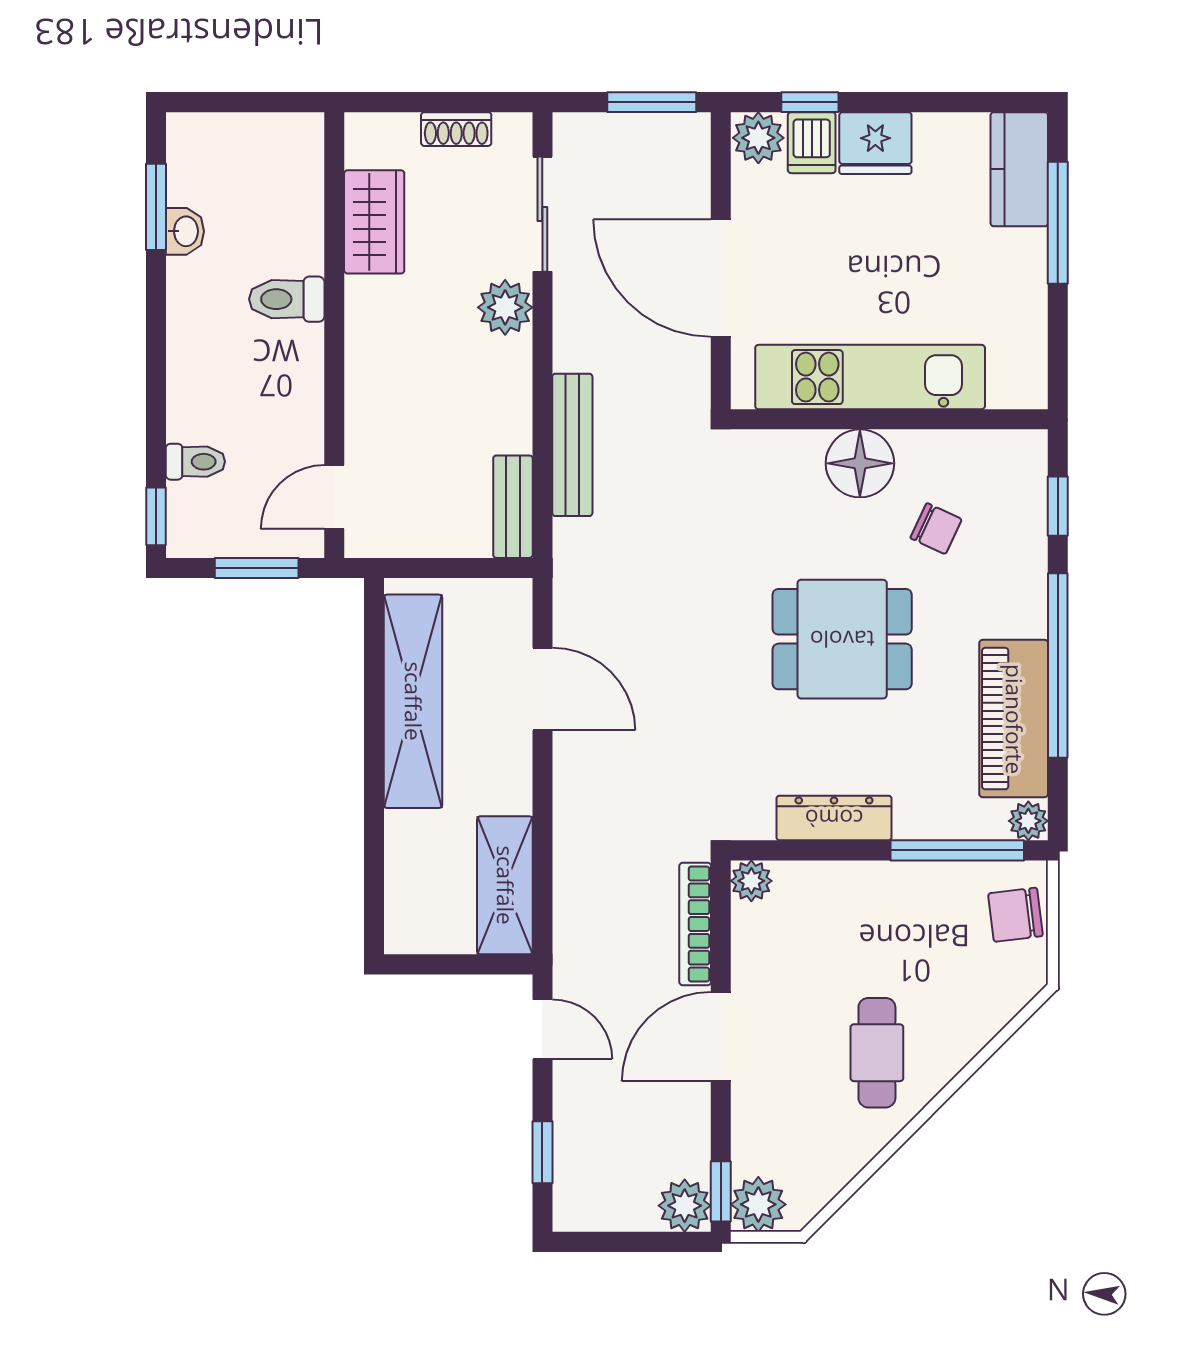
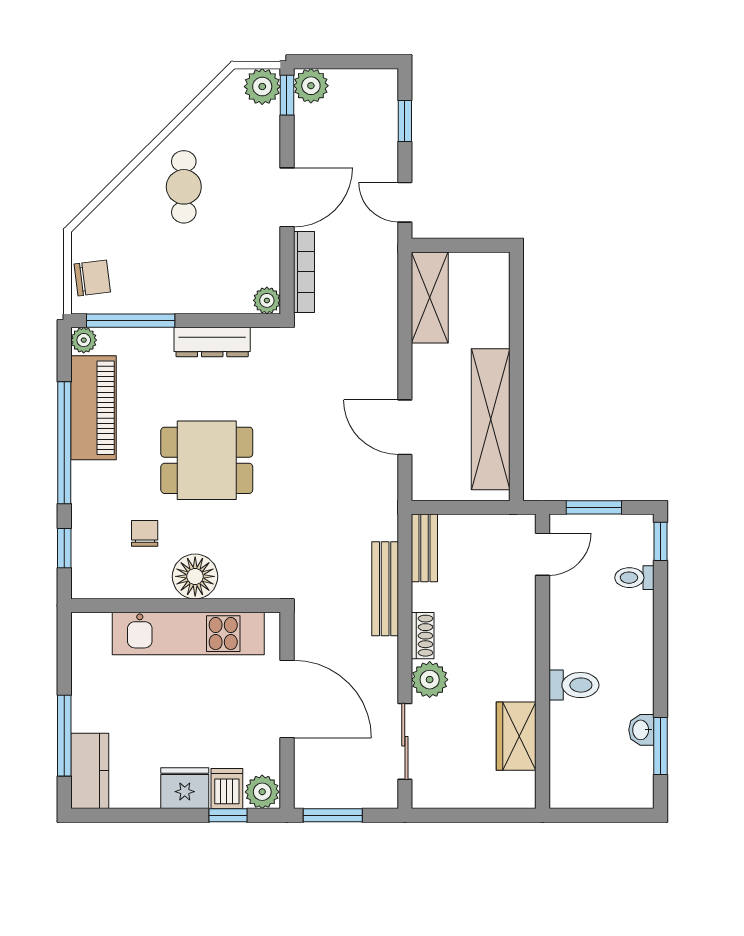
shoe rack: (456, 129) -> (423, 636), moved, turned 90
chair: (936, 529) -> (145, 533), turned 65

